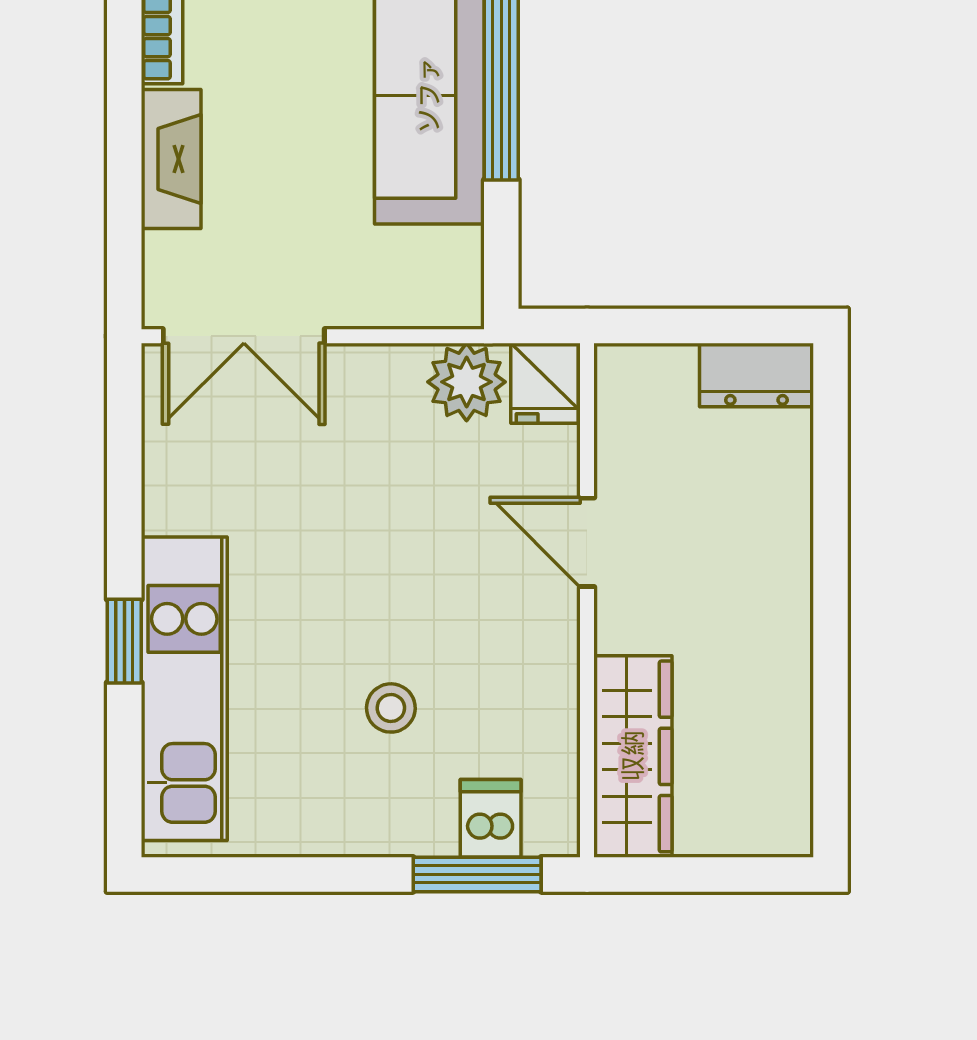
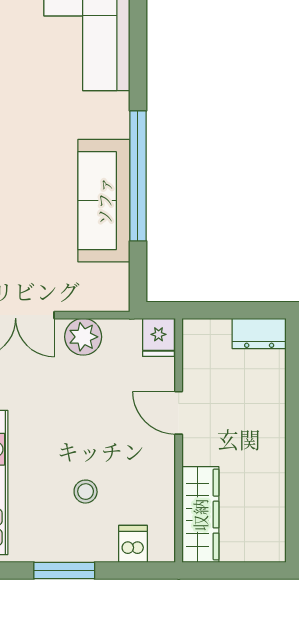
plant: (467, 382) -> (83, 337), moved
window: (477, 874) -> (64, 571), moved

